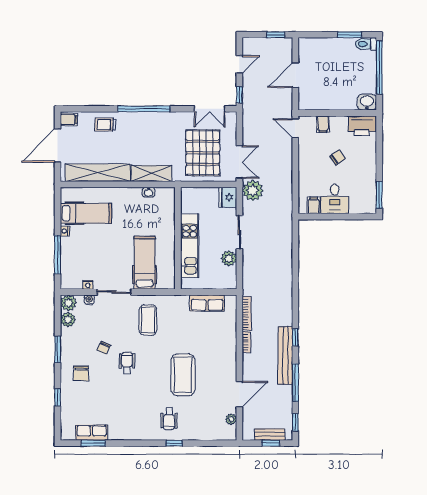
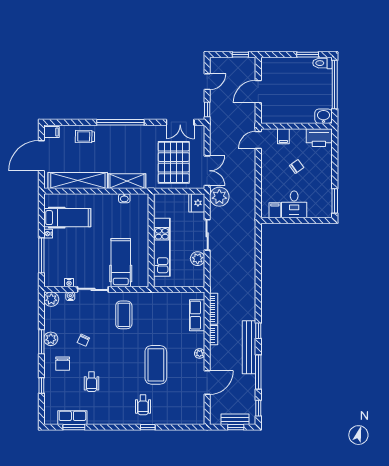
door: (295, 128) -> (258, 140), hinge flipped
row of seats: (207, 303) -> (197, 315), moved, turned 90
plant: (68, 320) -> (51, 339), moved
wheelchair: (127, 363) -> (92, 382), moved, turned 180
plant: (231, 419) -> (200, 353), moved

